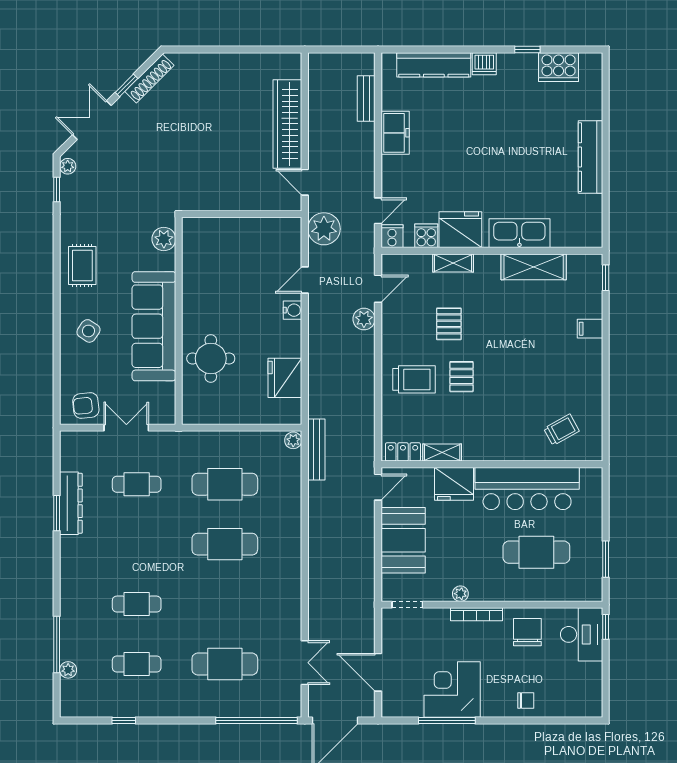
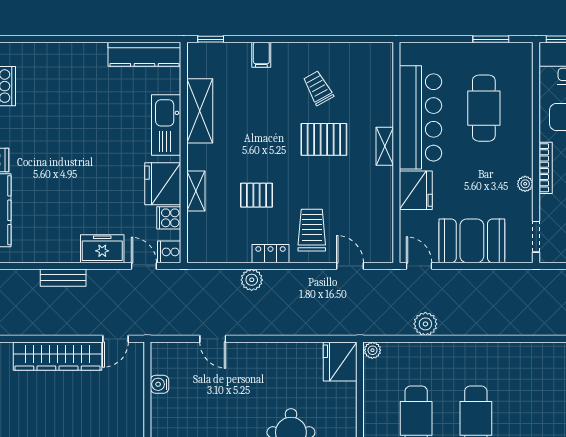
bench: (366, 99) -> (63, 278), moved
freezer: (395, 133) -> (102, 249), moved
kitchen counter: (590, 157) -> (144, 54), moved
plant: (324, 229) -> (425, 324), moved, width x0.73, depth x0.73
door: (378, 289) -> (350, 266), moved
water cooler: (292, 310) -> (160, 384), moved, turned -90
pallet: (461, 377) -> (324, 139), moved, width x1.50, depth x1.42
fridge: (285, 378) -> (340, 361), moved, turned 90
trolley: (561, 430) -> (318, 88), moved
bench: (316, 449) -> (382, 327), removed
locker: (403, 452) -> (271, 254), moved, turned 90
shelving: (442, 453) -> (385, 146), moved

